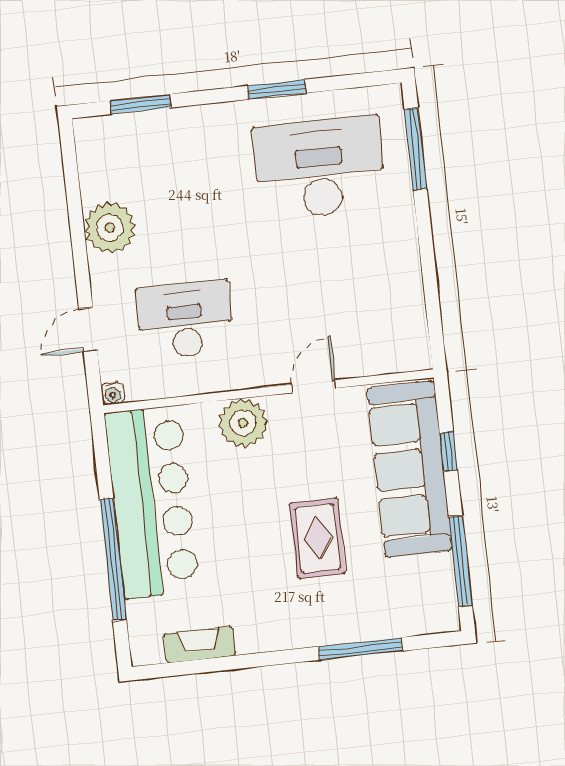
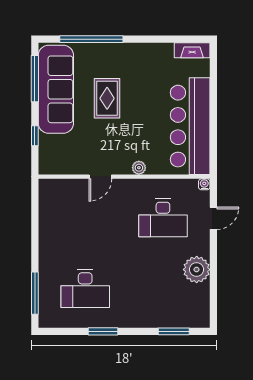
desk: (320, 168) -> (85, 289), width x0.73, depth x0.77
plant: (243, 423) -> (139, 168), width x0.53, depth x0.53
sofa: (410, 469) -> (56, 89), moved
window: (113, 559) -> (213, 99), removed
fireplace: (199, 645) -> (192, 50), moved
window: (360, 649) -> (91, 39), width x1.46

